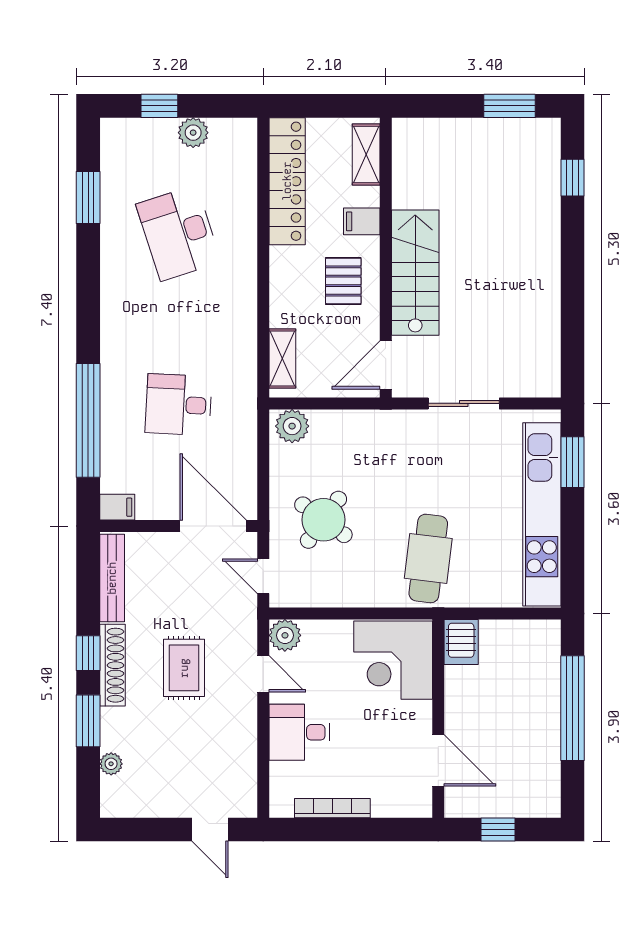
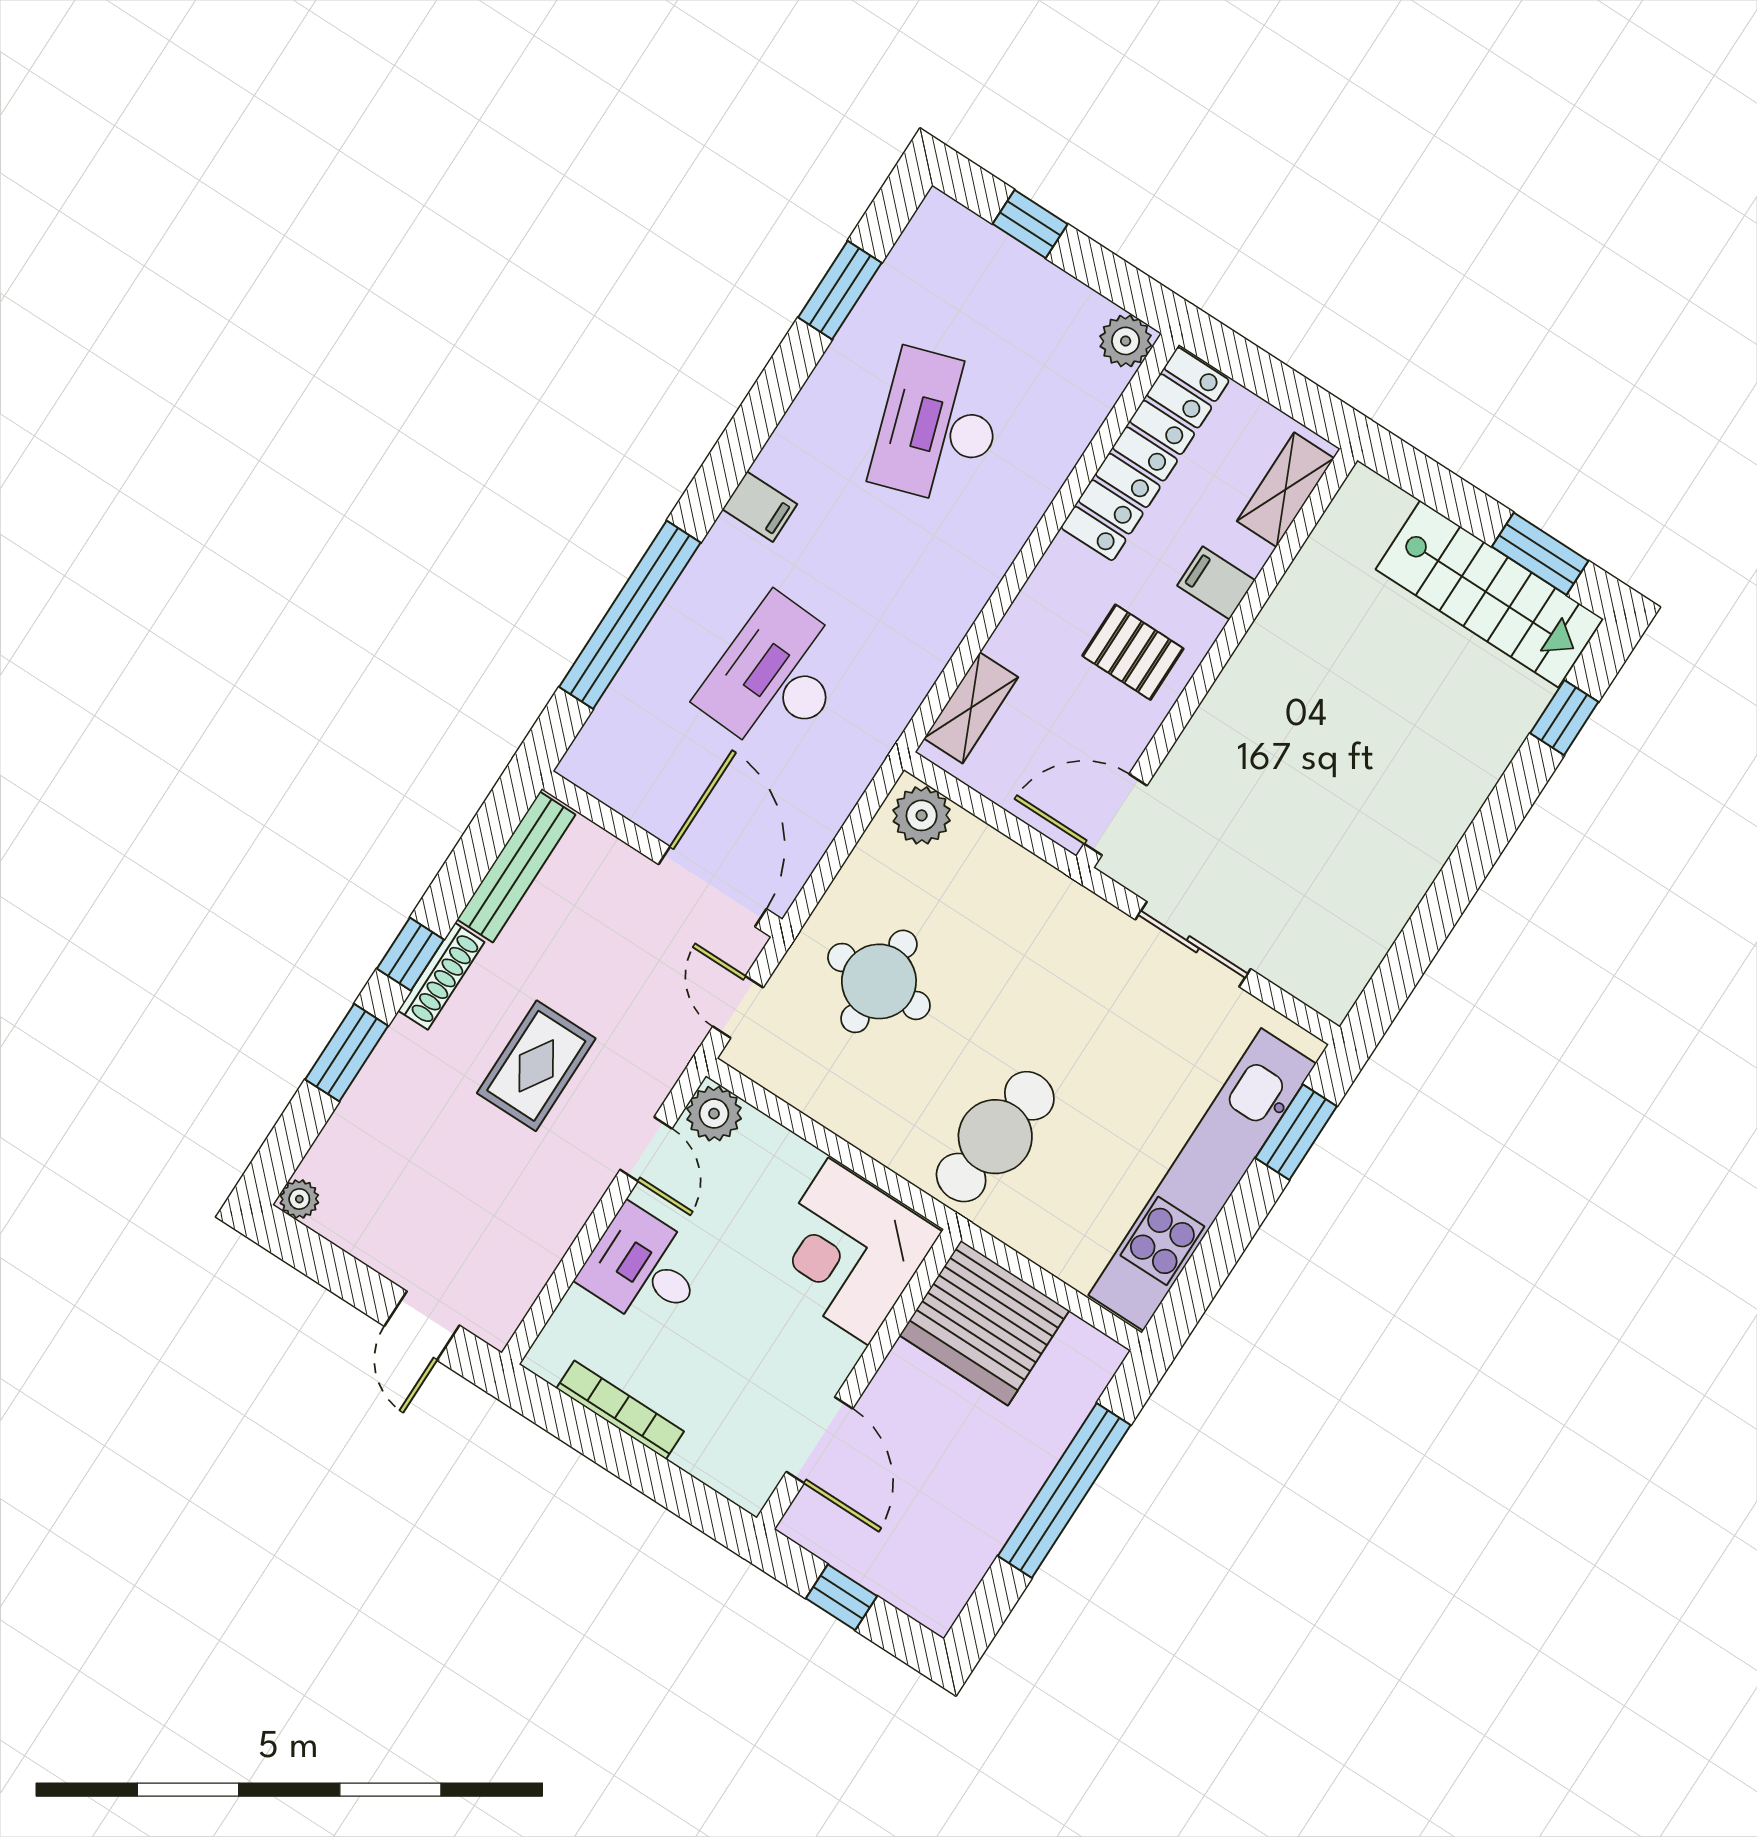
plant: (193, 133) -> (1126, 341), moved
stairs: (415, 273) -> (1489, 594), moved, turned 90
pallet: (343, 281) -> (1133, 652), turned 90
desk: (179, 405) -> (776, 677), width x1.37
filing cabinet: (117, 507) -> (760, 507), moved
round table: (323, 520) -> (879, 981), turned -36
server rack: (461, 642) -> (984, 1323), width x2.18, depth x1.44
shoe rack: (112, 665) -> (441, 976), width x0.74, depth x0.81
plant: (111, 764) -> (299, 1199), moved

